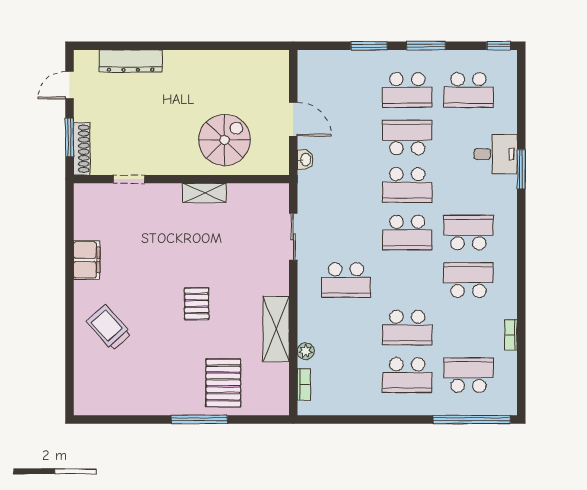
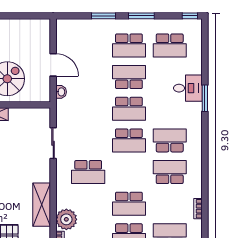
plant: (306, 351) -> (66, 219), width x1.88, depth x1.88

